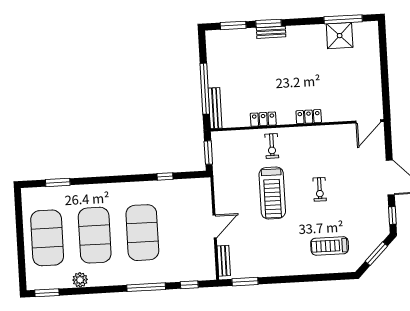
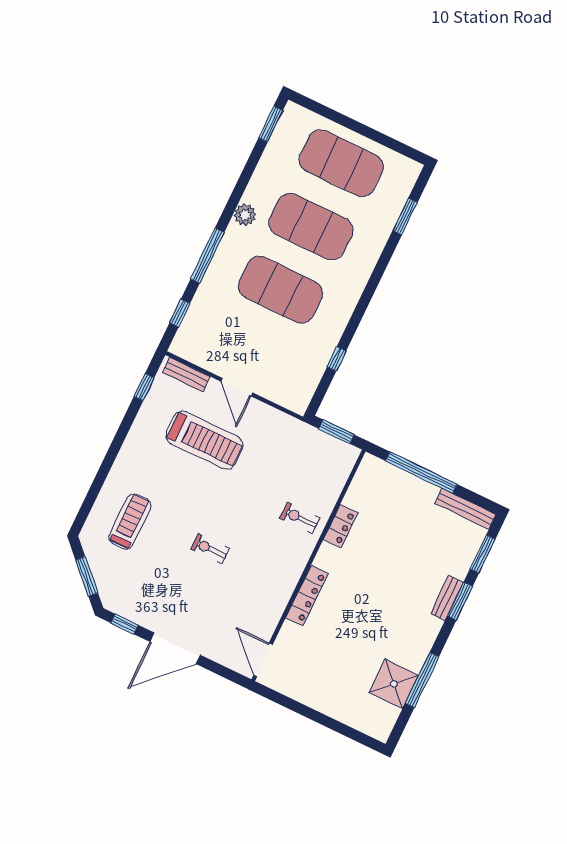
window: (343, 19) -> (422, 680), moved
bench: (215, 108) -> (465, 509), moved
locker: (309, 117) -> (307, 596), width x1.53
treadmill: (272, 193) -> (204, 440), moved, turned 180
plant: (80, 280) -> (245, 215), moved
window: (245, 282) -> (144, 387), width x0.67

